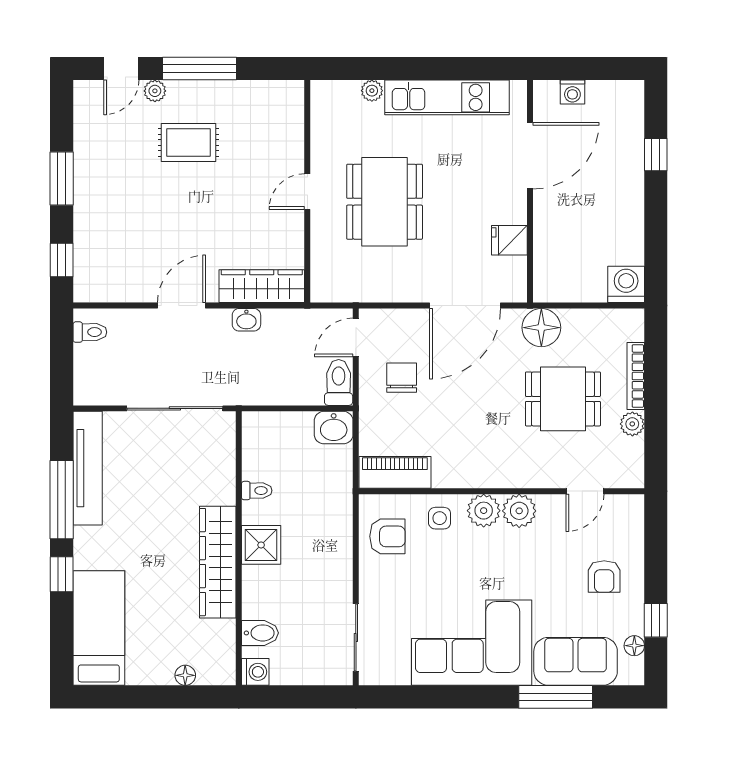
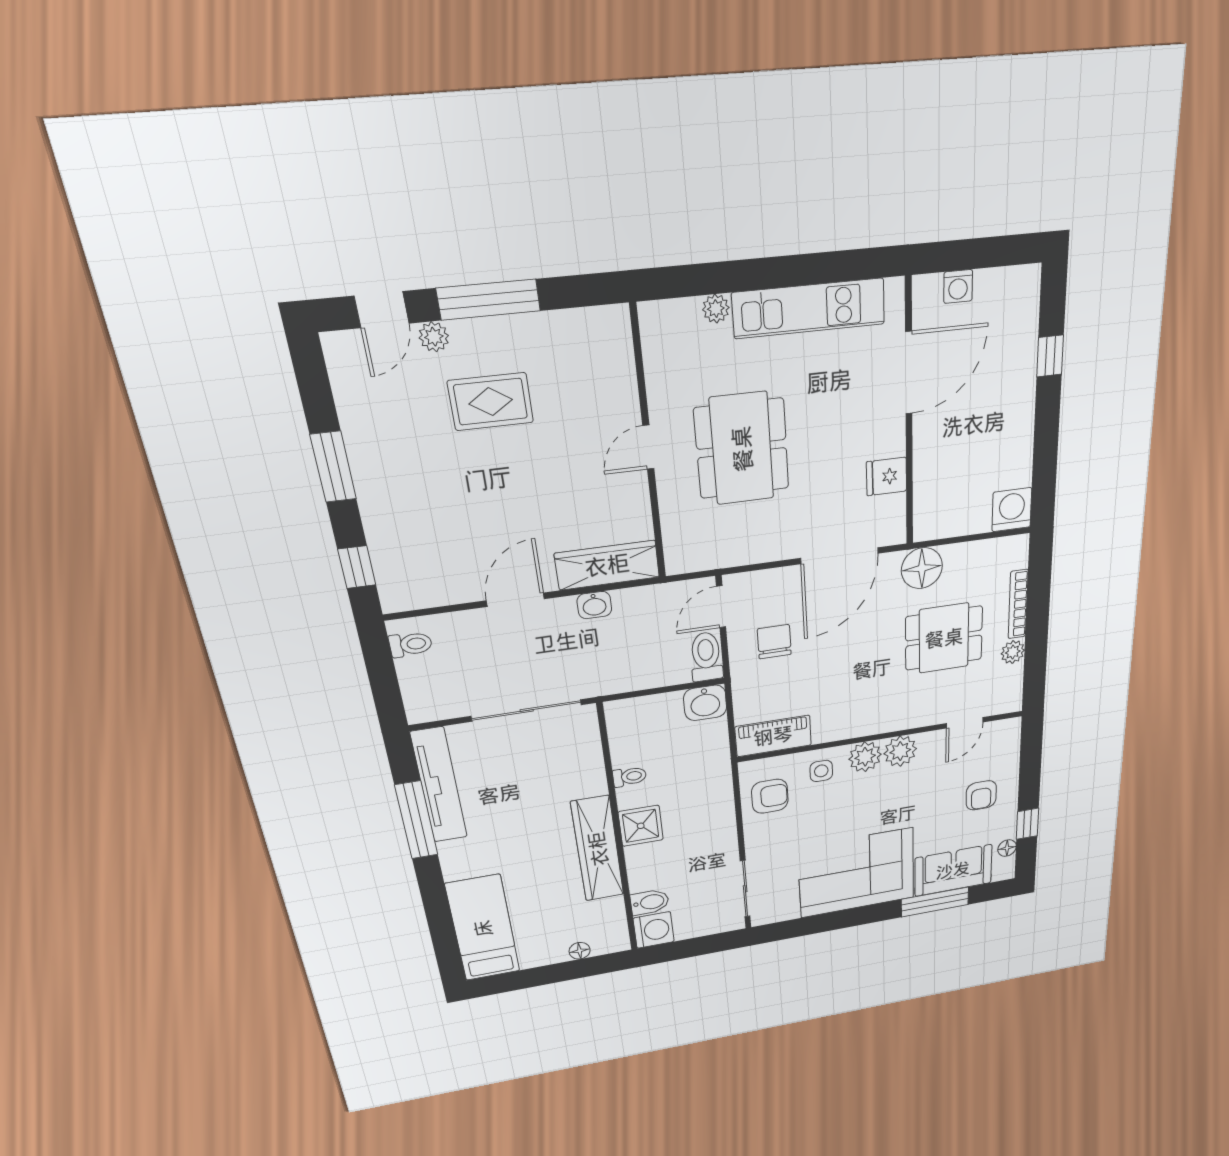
window: (62, 574) -> (432, 888), removed
washing machine: (255, 672) -> (654, 930), width x1.38, depth x1.38

